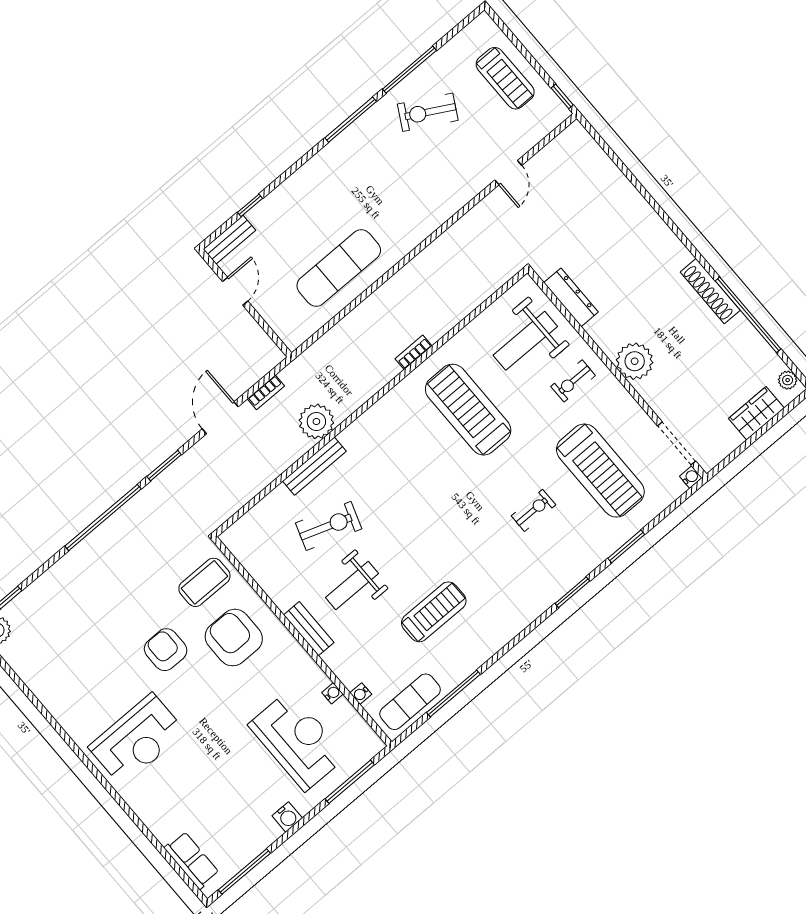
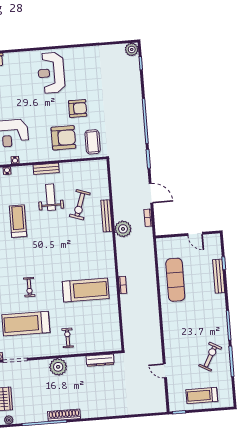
bench: (229, 240) -> (219, 276), moved, width x1.36
weight bench: (525, 341) -> (96, 331), removed
treadmill: (434, 612) -> (18, 221), turned 180

